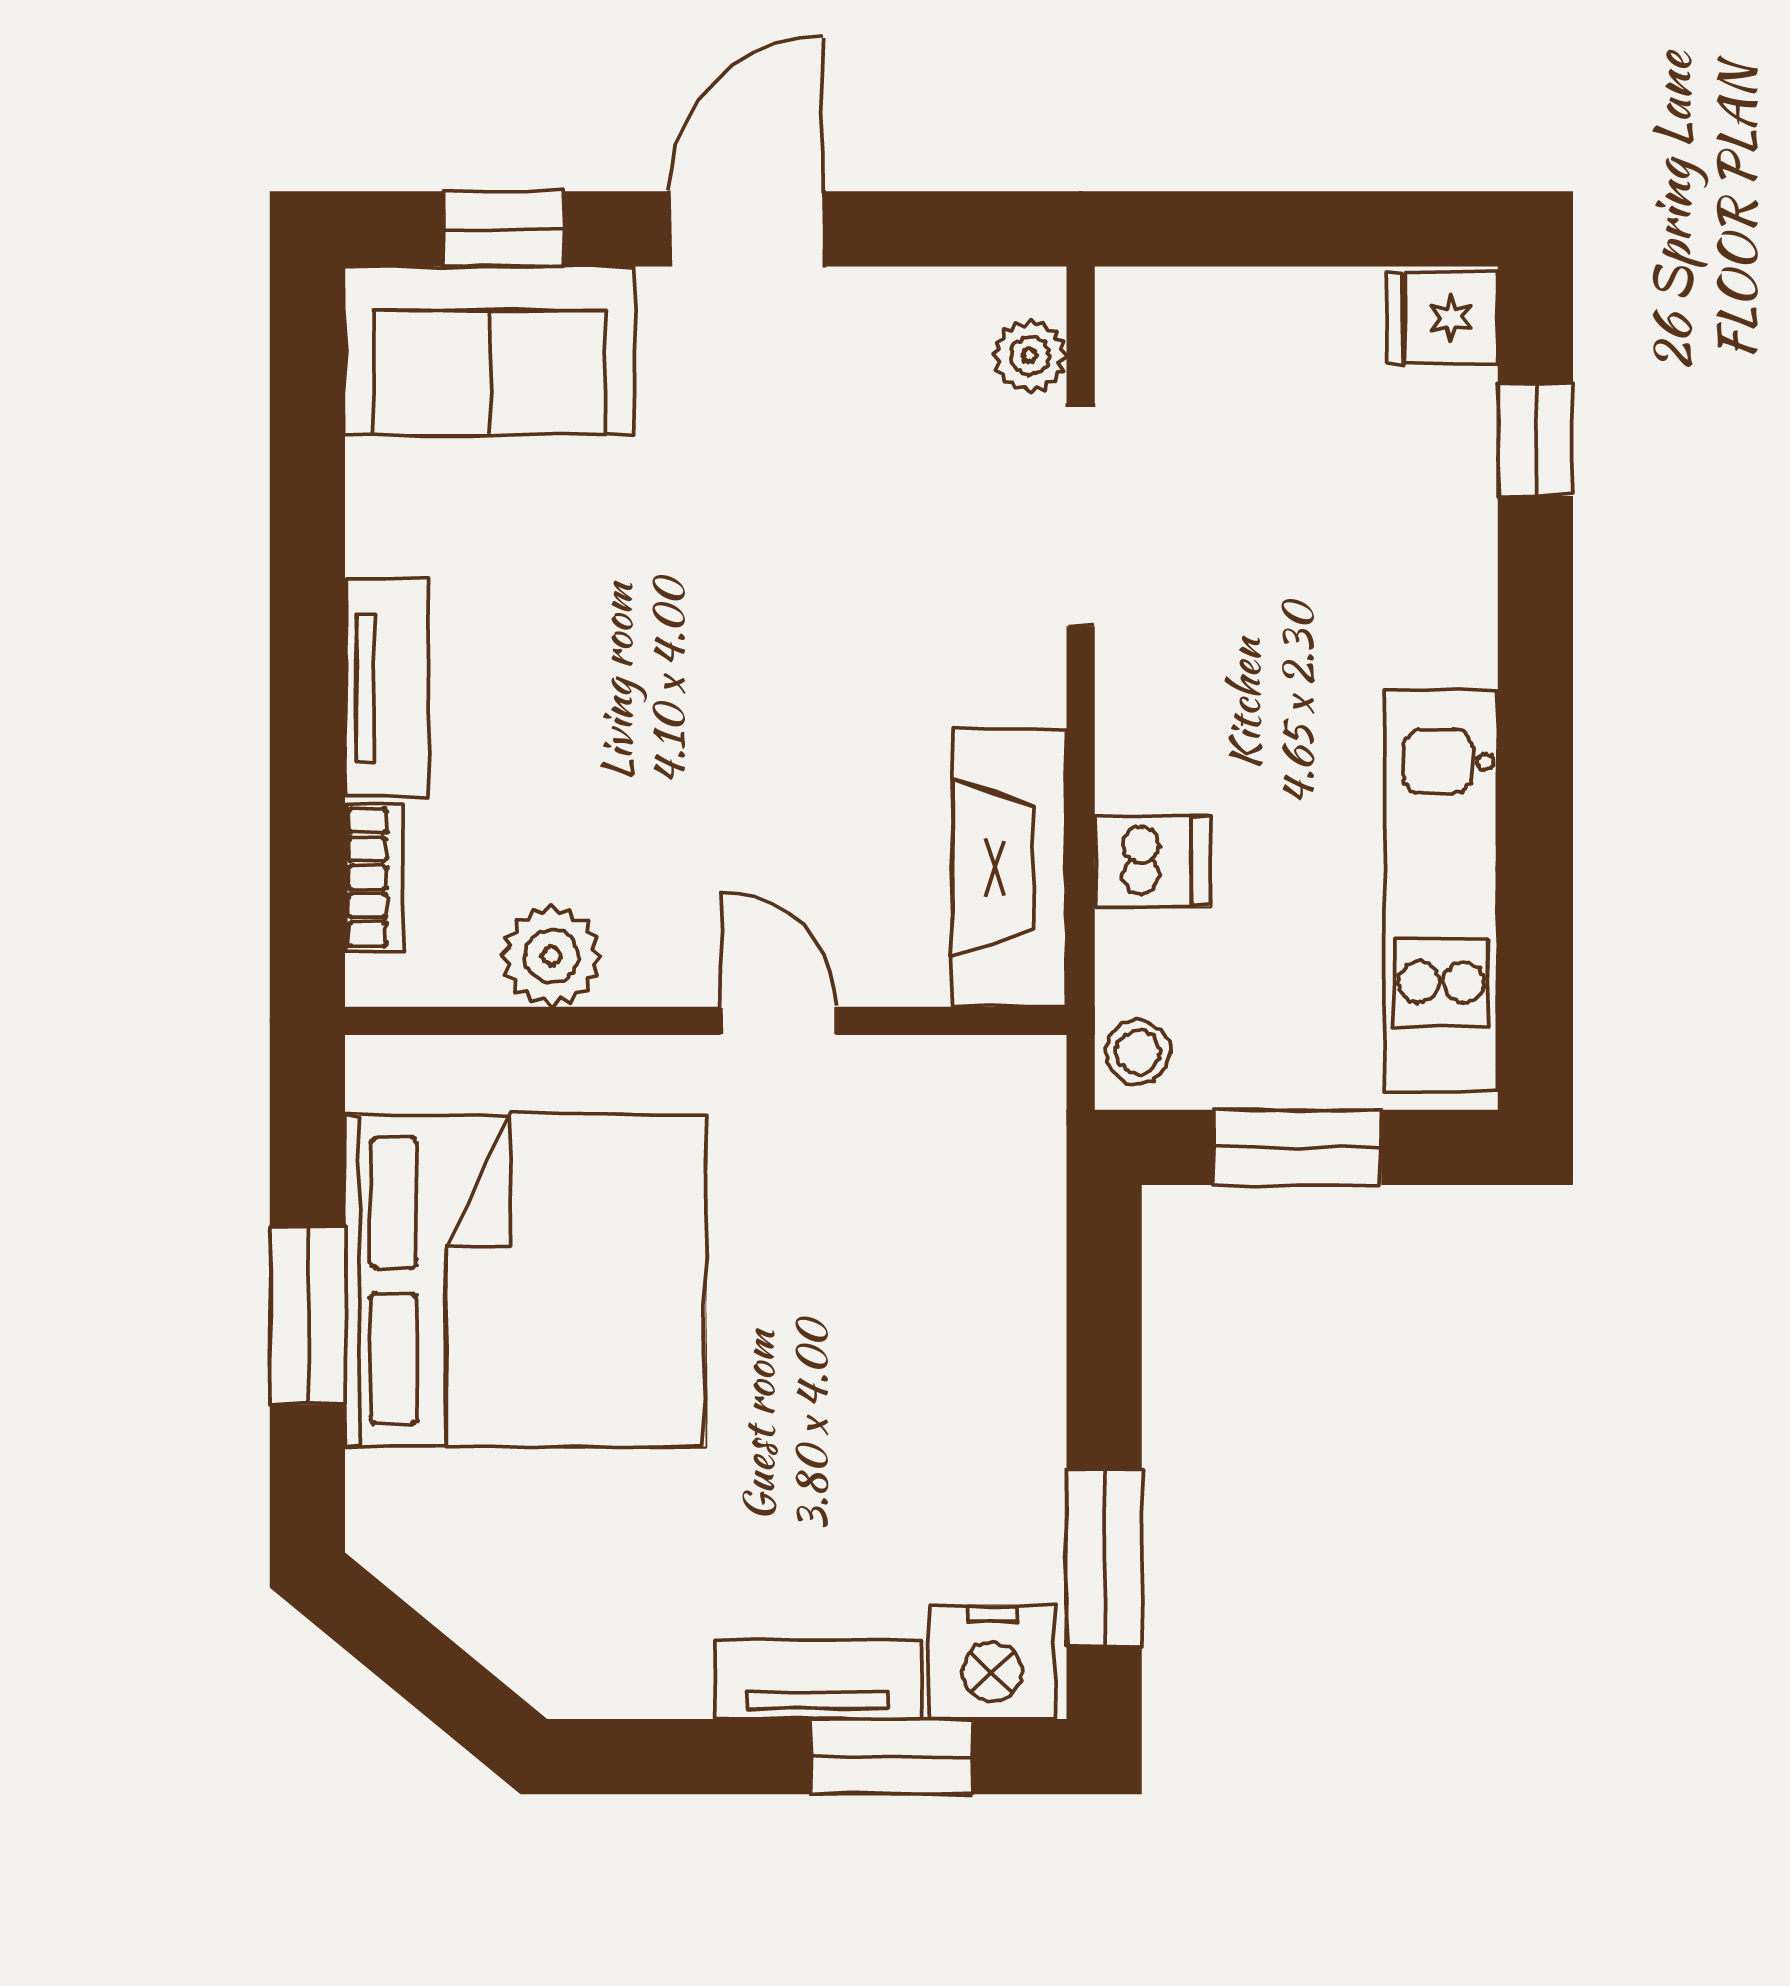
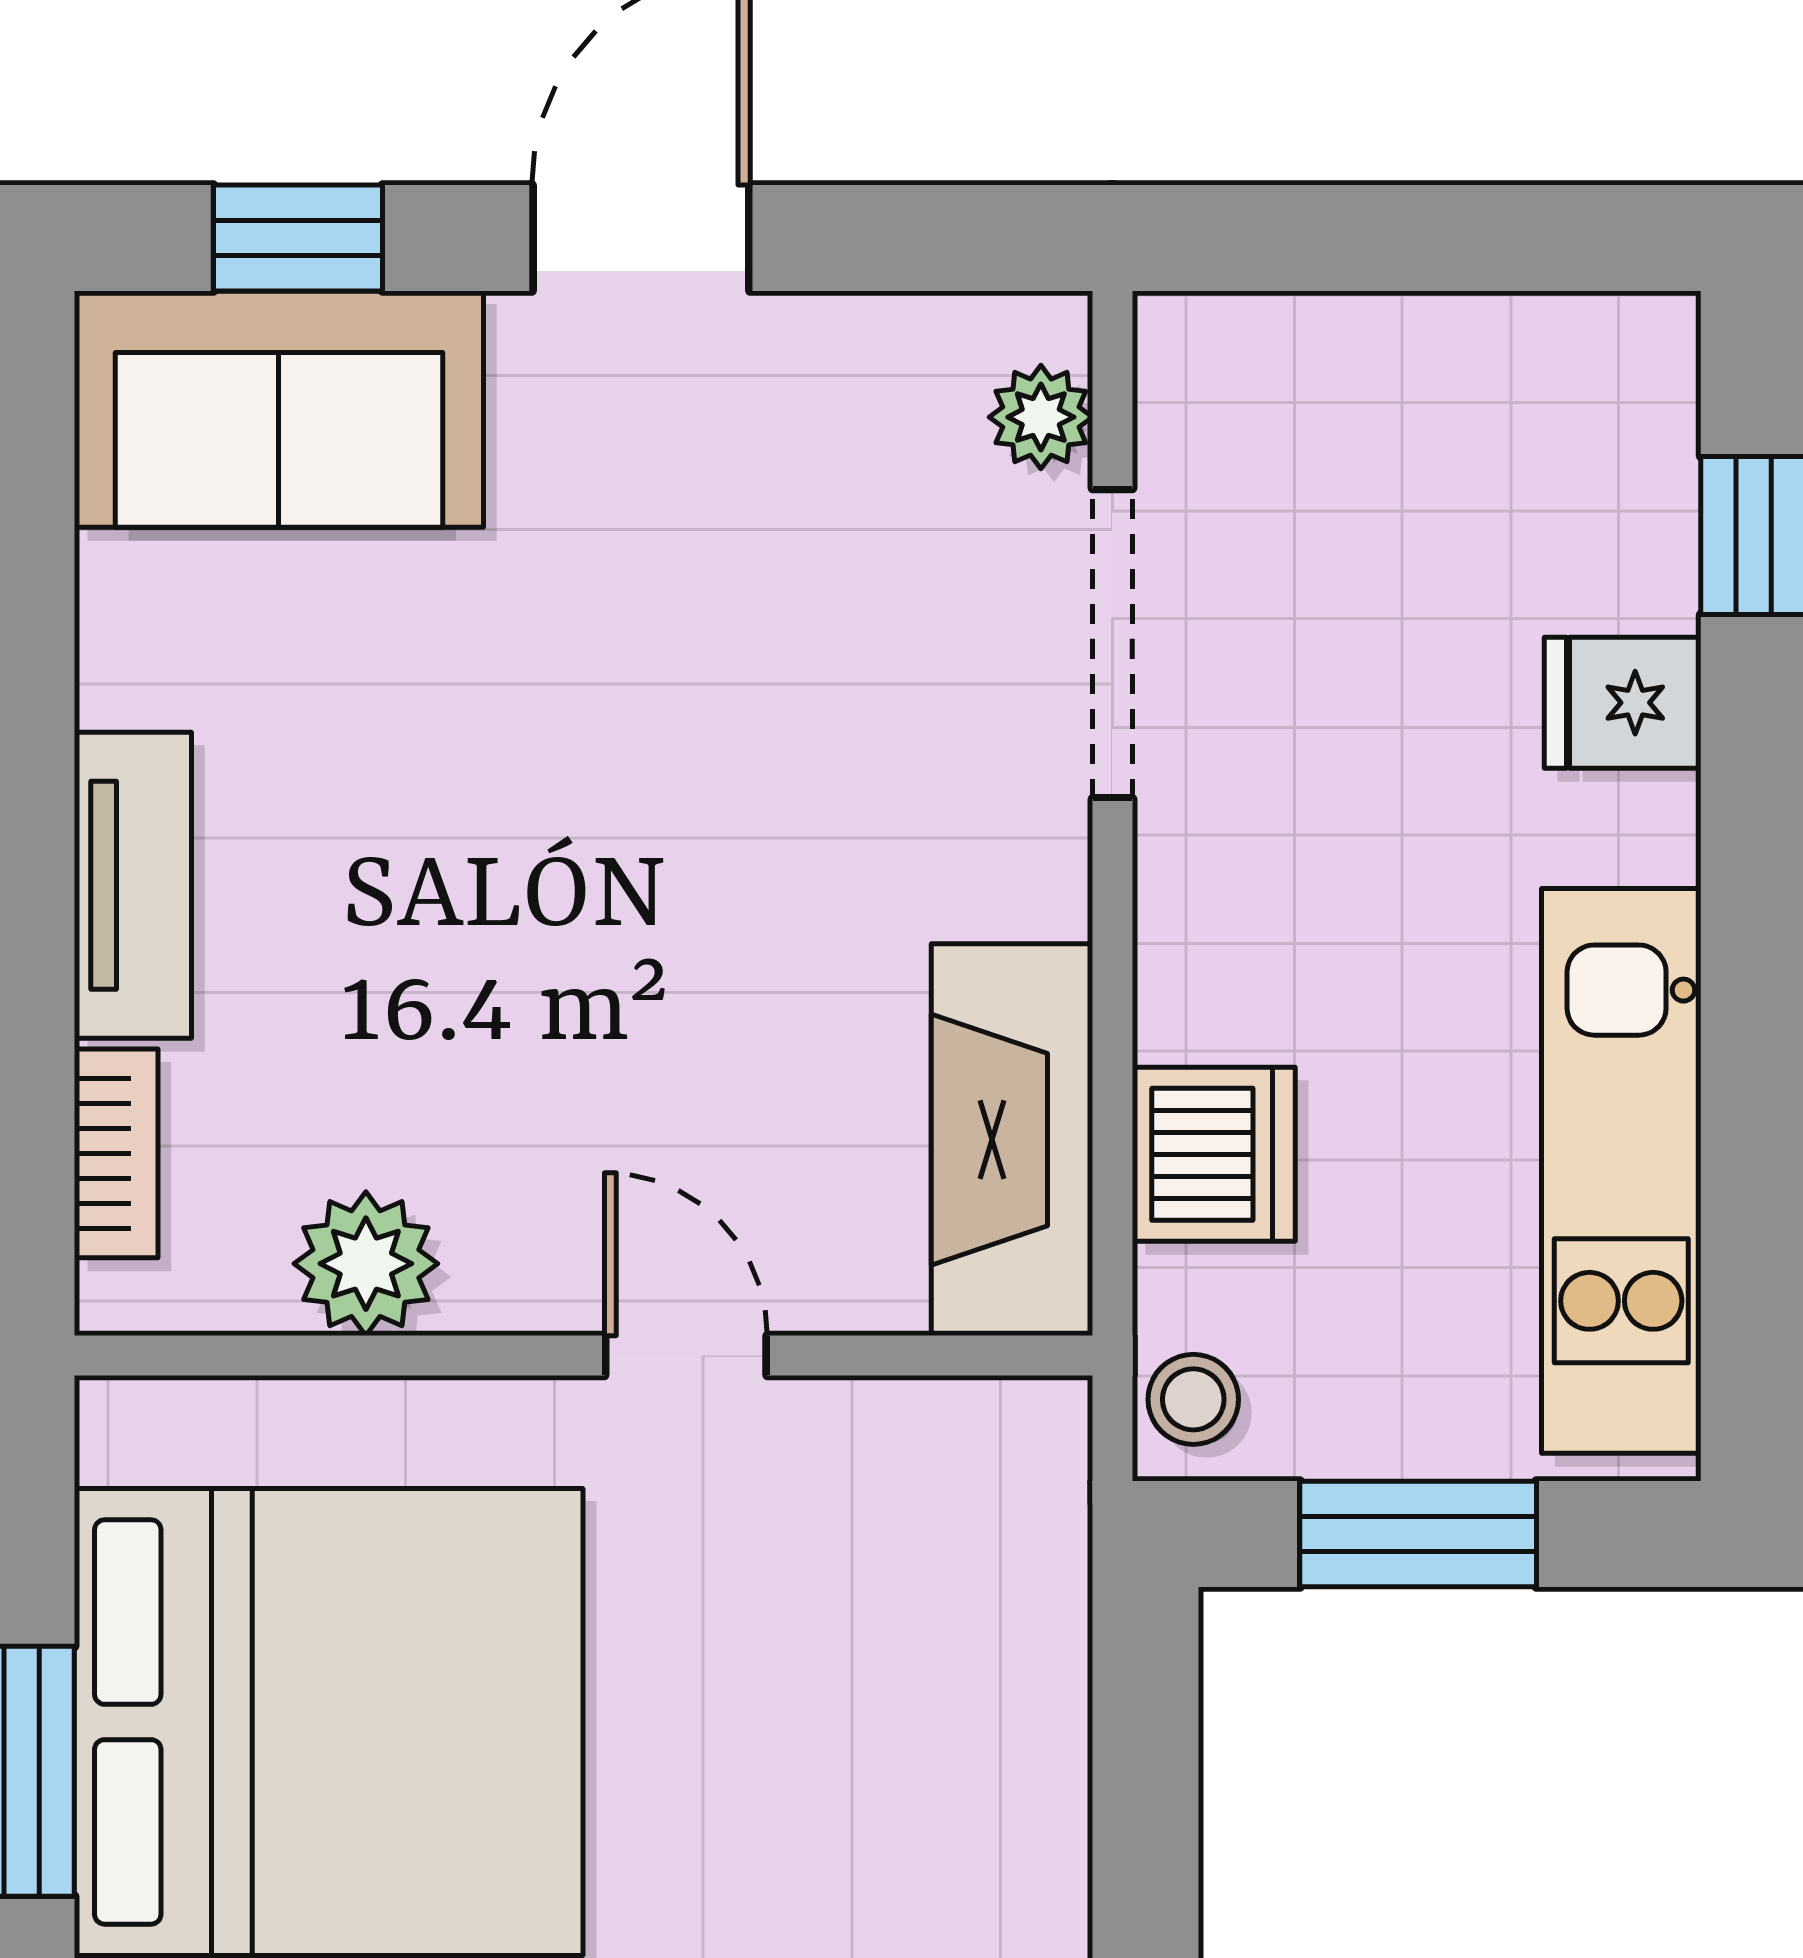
fridge: (1442, 318) -> (1623, 703), moved
dishwasher: (1152, 861) -> (1214, 1154), width x1.38

